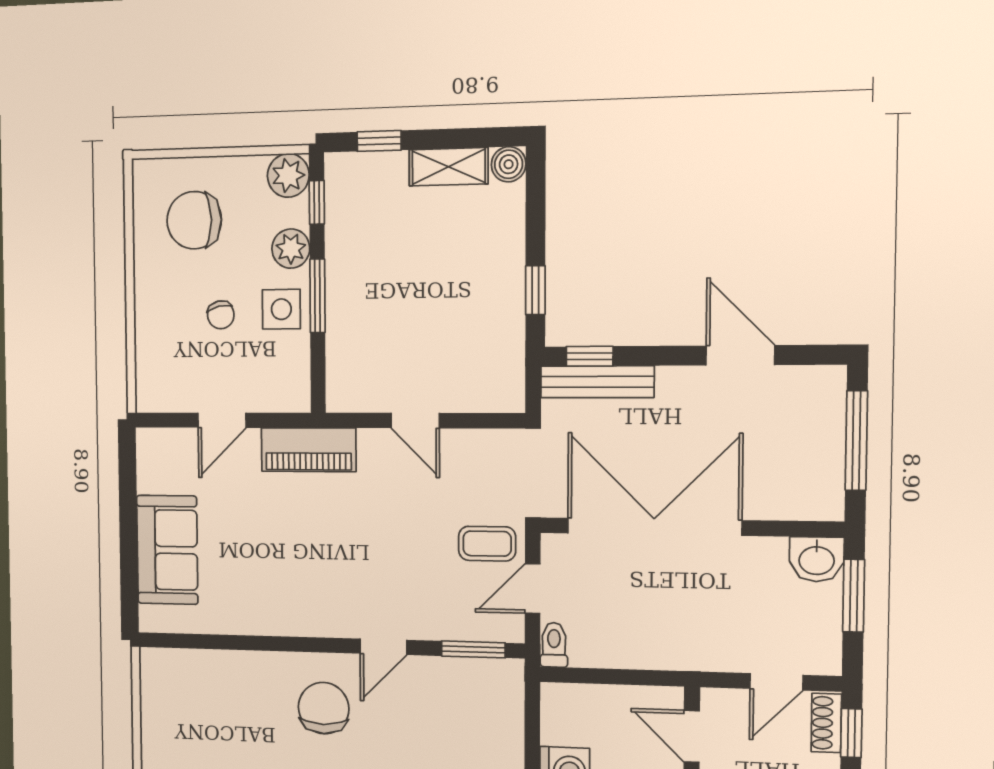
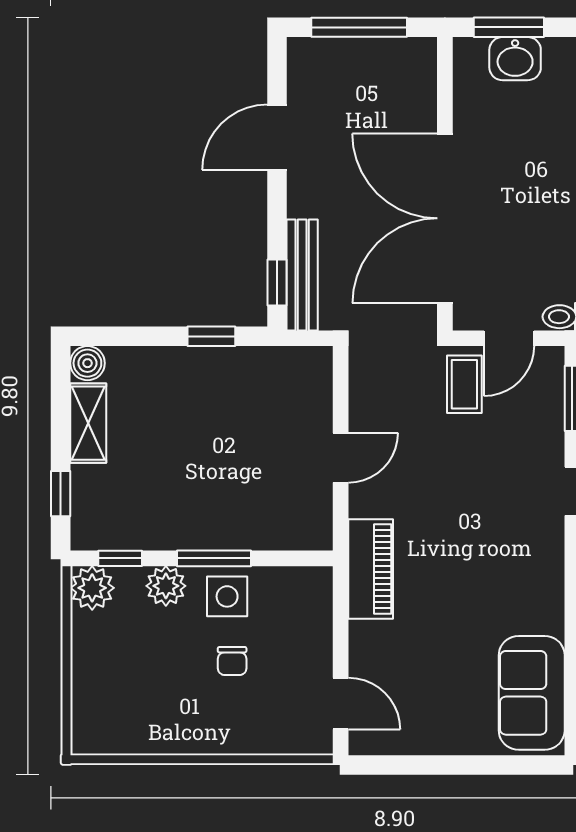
chair: (194, 220) -> (135, 688), removed
chair: (221, 315) -> (232, 661), turned 103
door: (222, 420) -> (341, 704), moved
sofa: (167, 550) -> (532, 693), moved, turned -90
washbasin: (817, 559) -> (515, 59), moved, turned 90
door: (533, 589) -> (509, 338), hinge flipped

